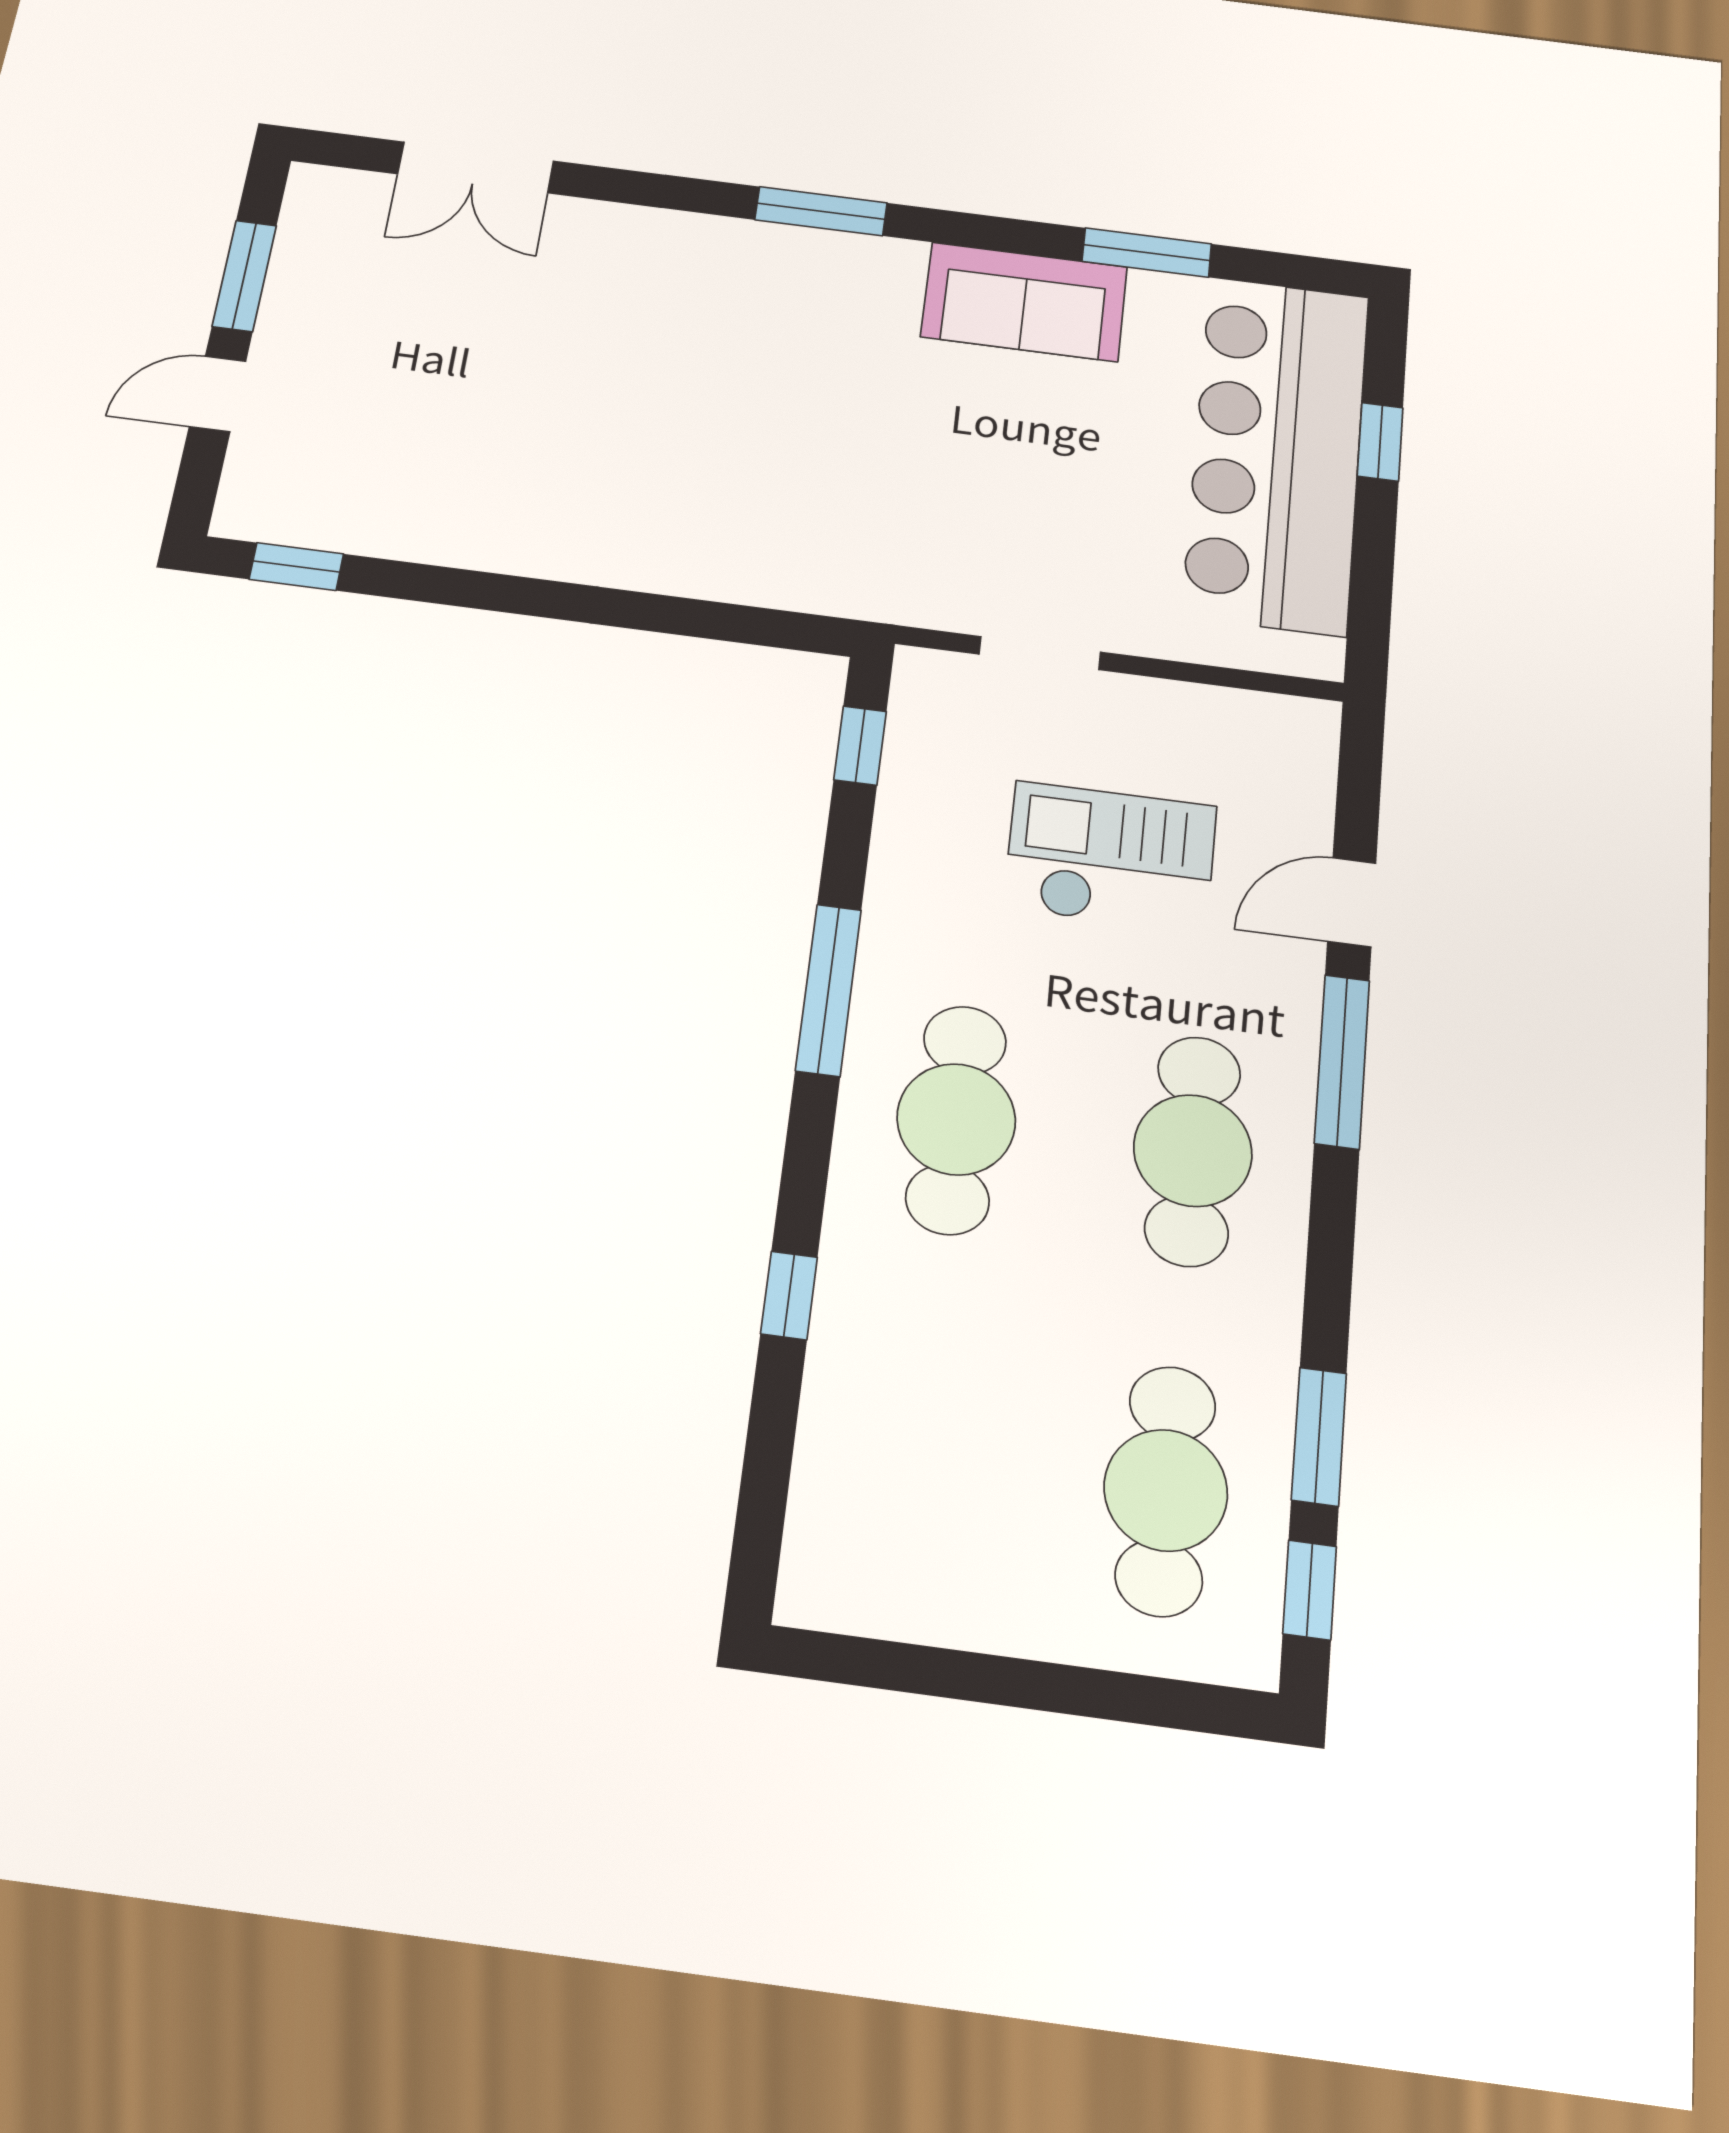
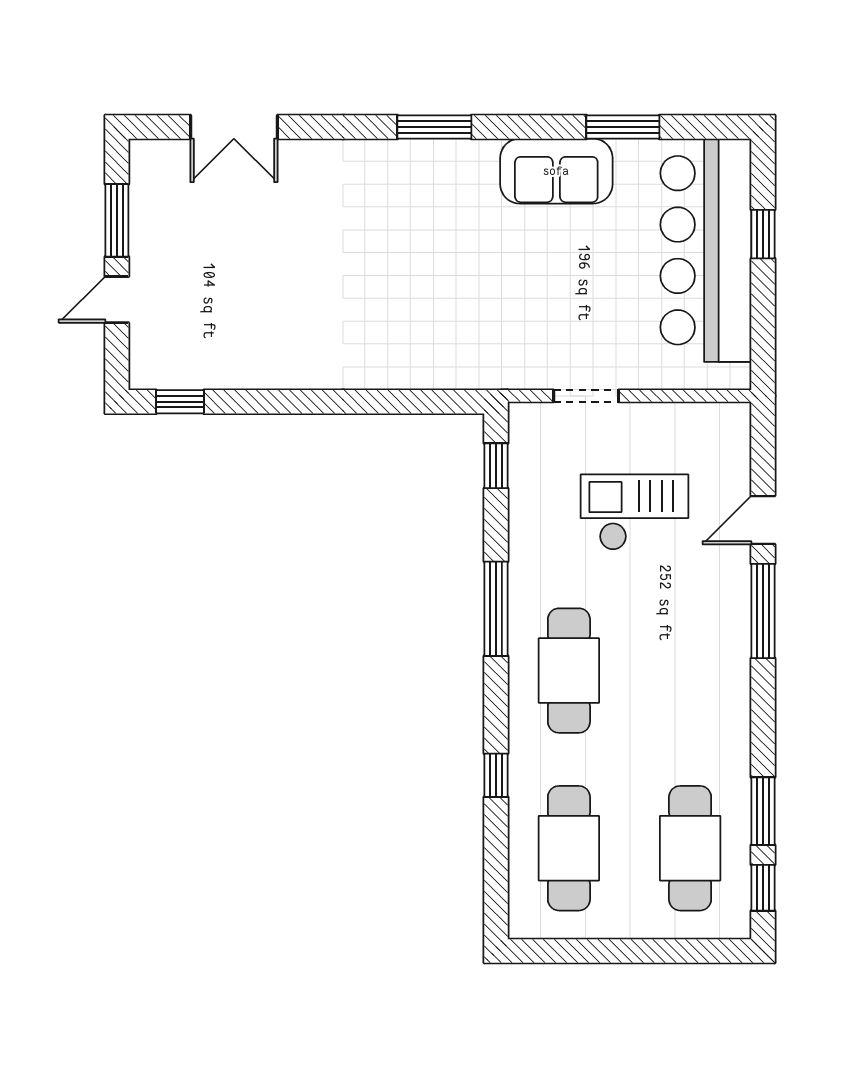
cafe table: (1193, 1150) -> (569, 848), moved

